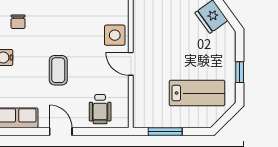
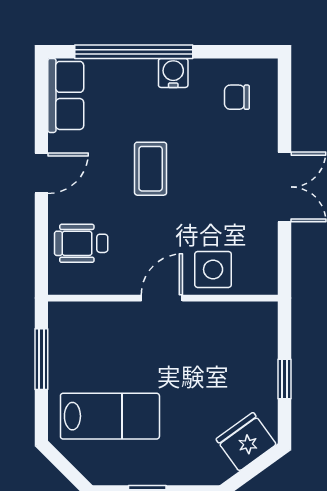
coffee table: (58, 70) -> (151, 169), turned 90
lab bench: (197, 93) -> (110, 416), turned -90

